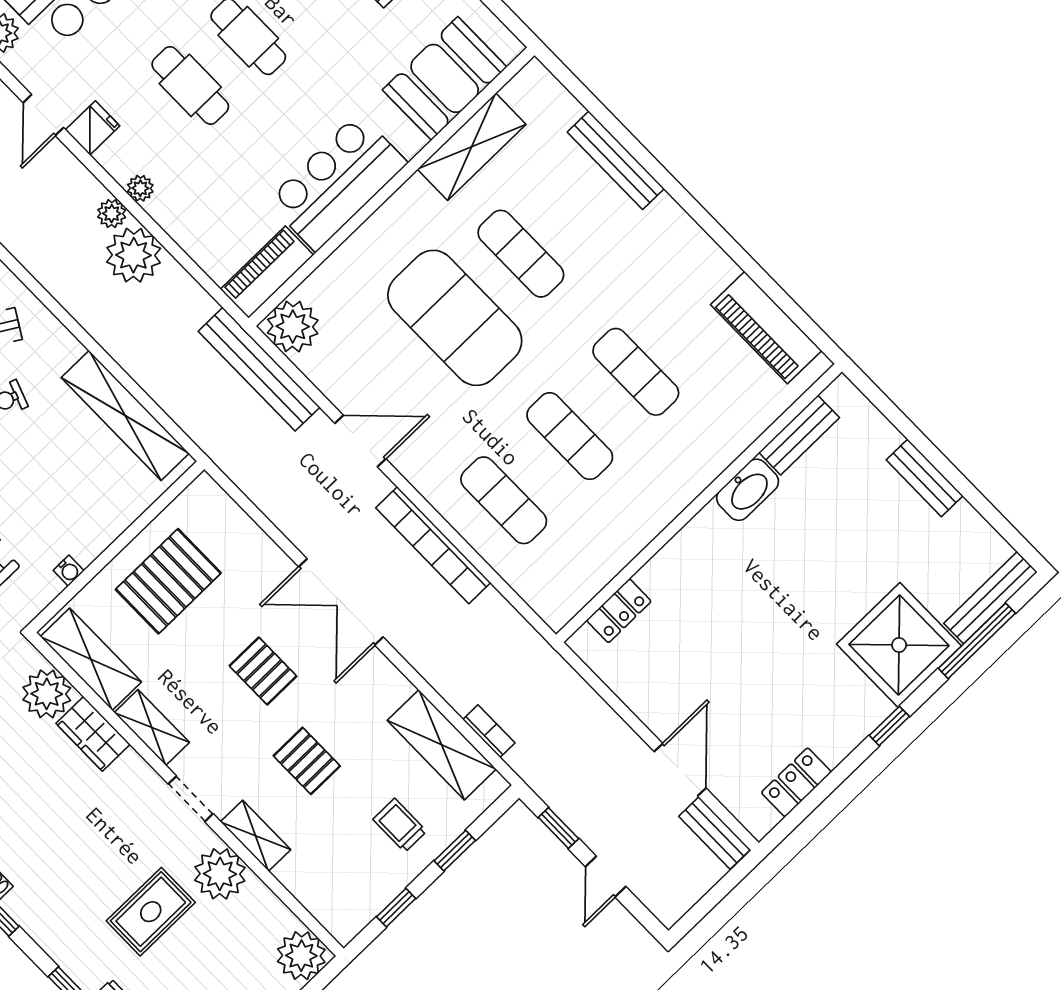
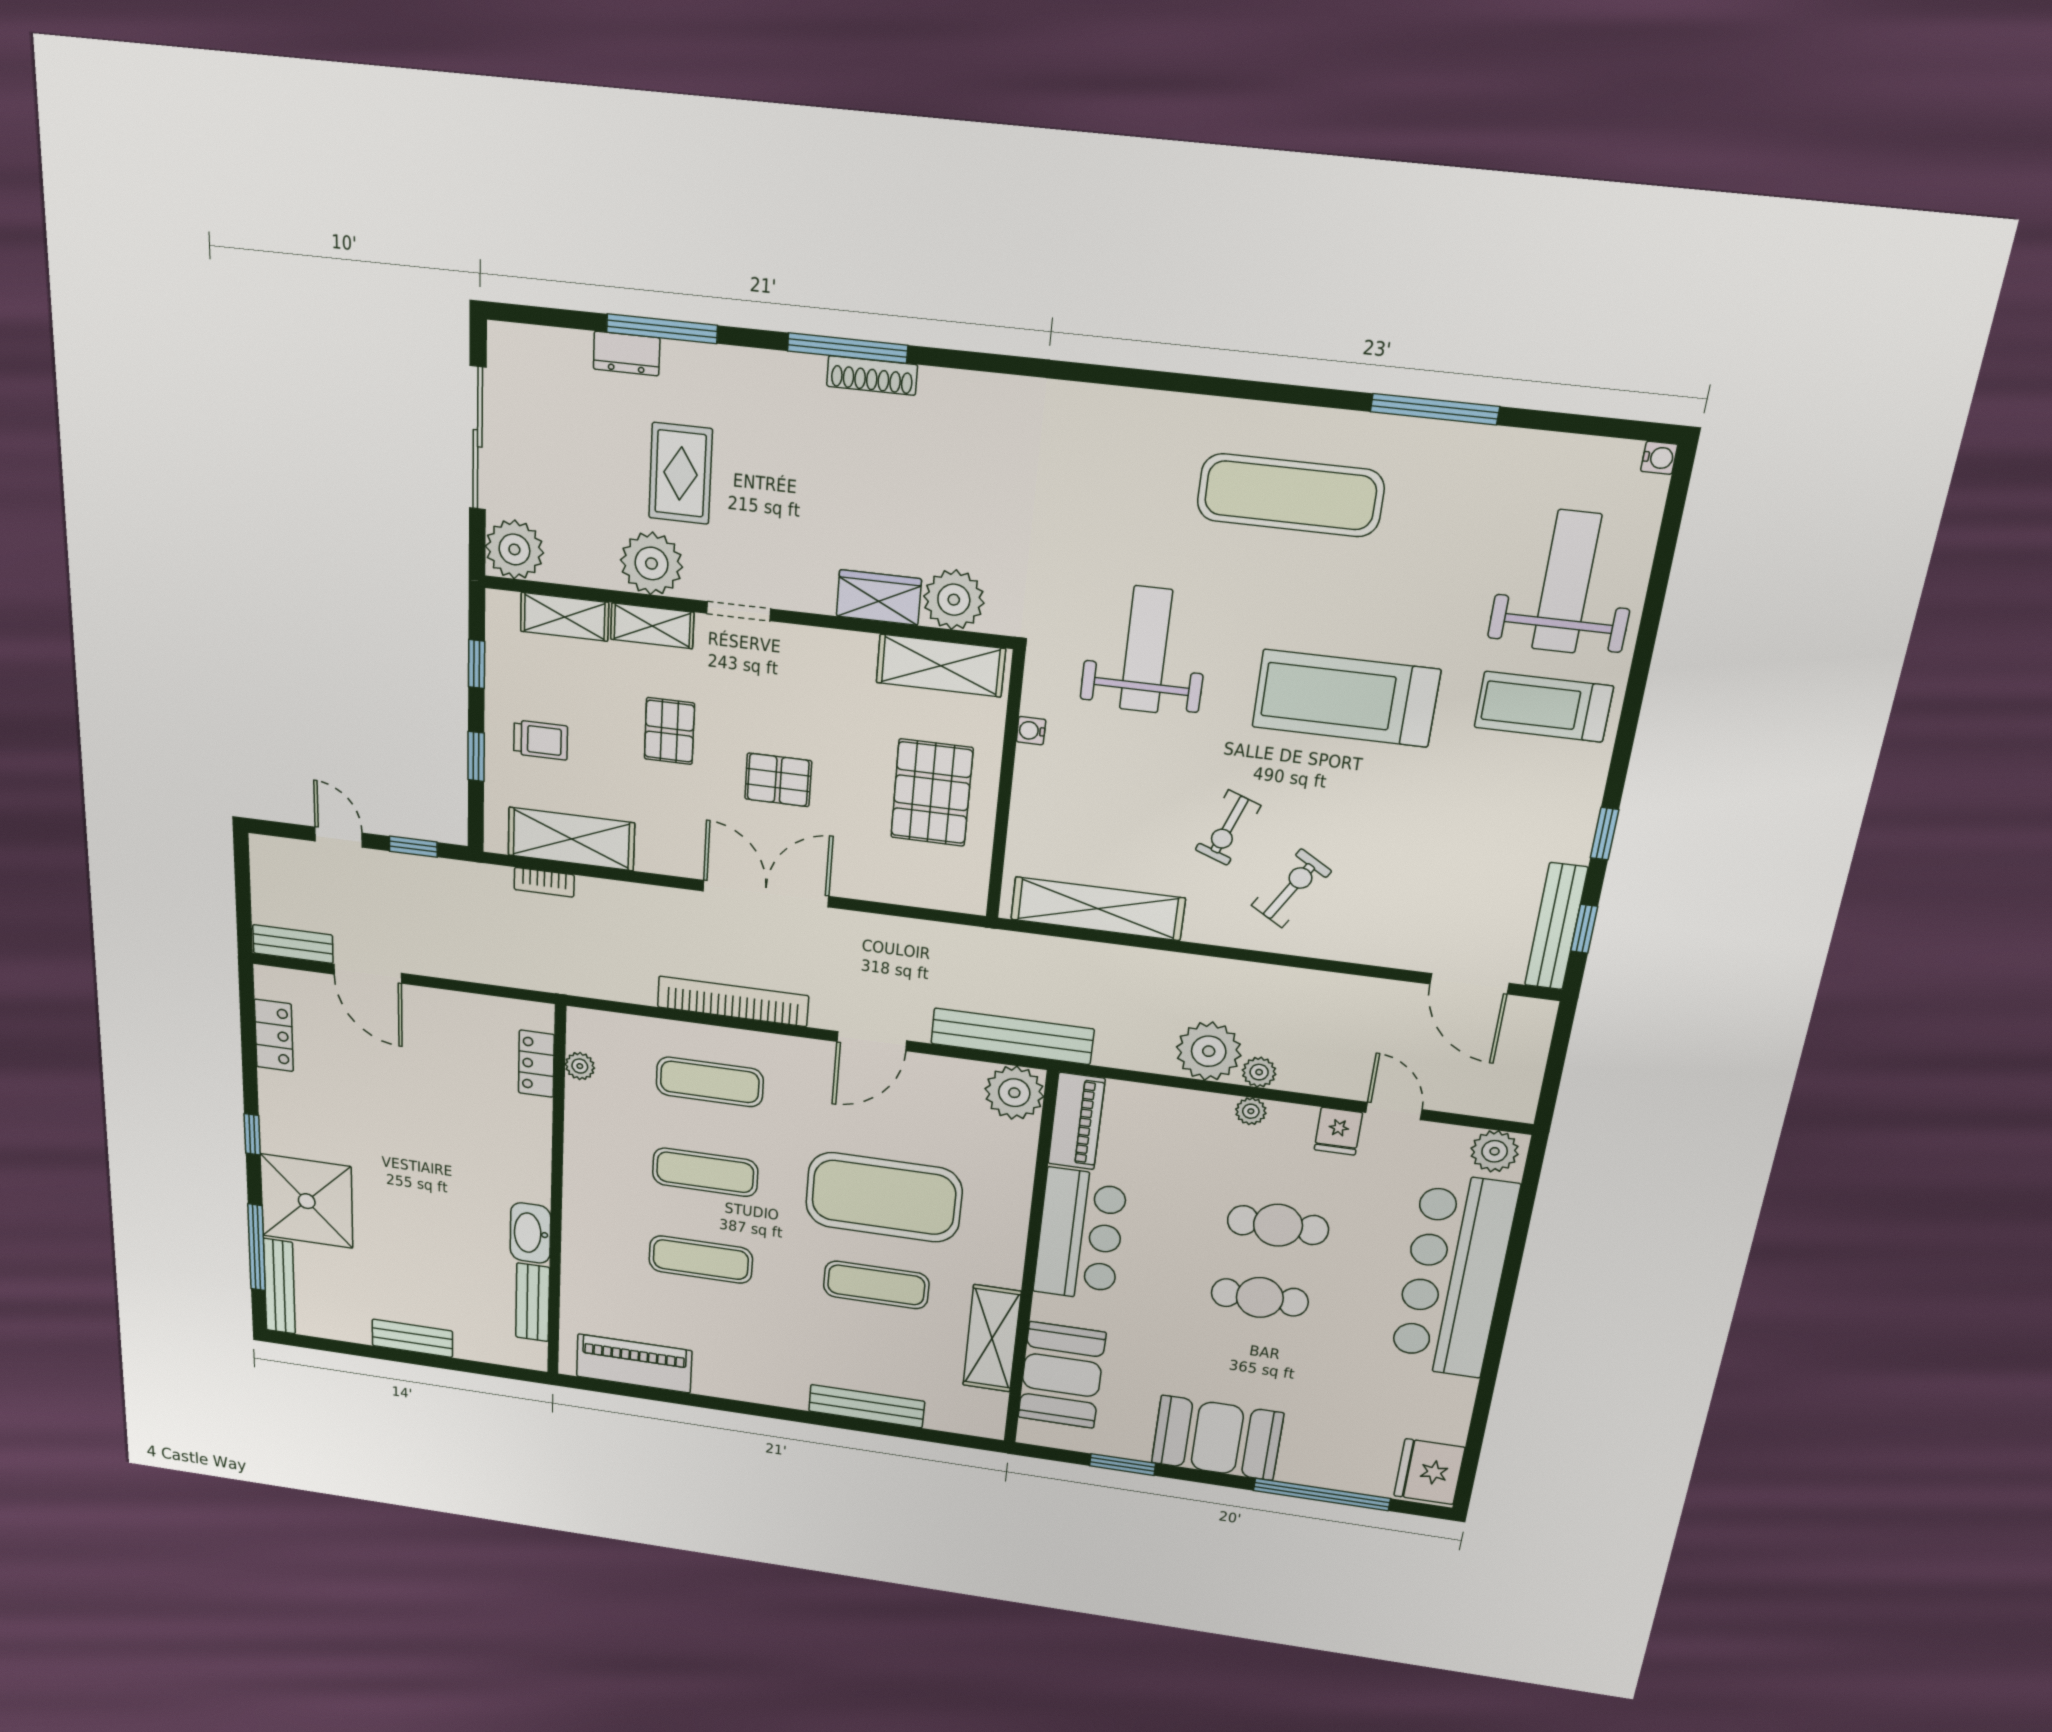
plant: (588, 584) -> (580, 1066), added
shelving: (152, 728) -> (564, 617), moved
pallet: (307, 761) -> (669, 731), turned 90

